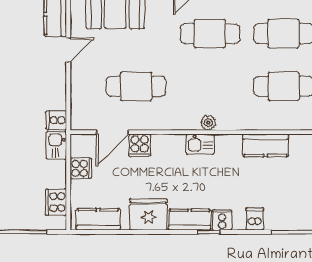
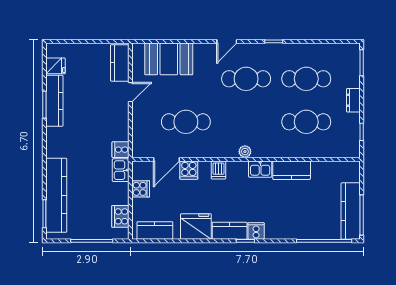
kitchen sink: (200, 144) -> (260, 169), moved
dishwasher: (255, 219) -> (218, 170), moved, turned 180

